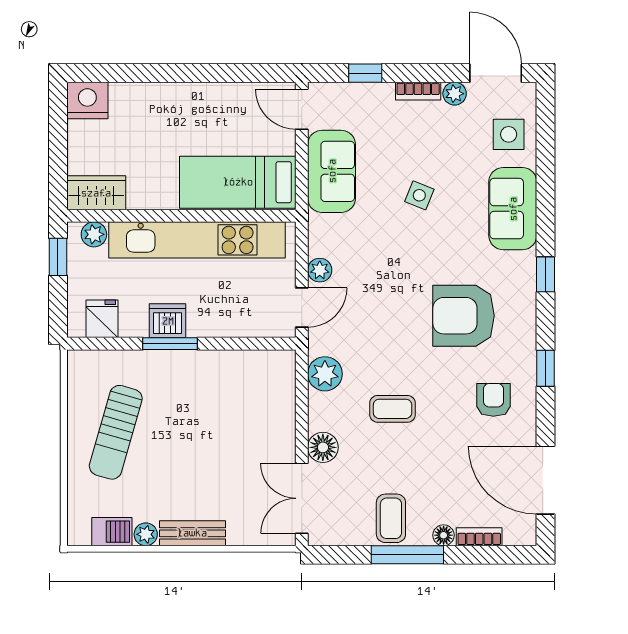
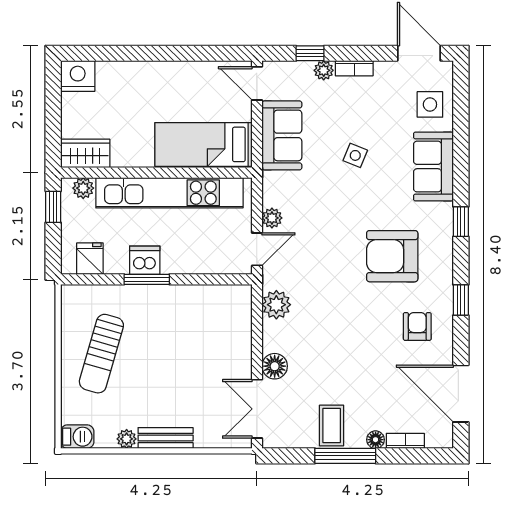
plant: (455, 94) -> (324, 70), moved
coffee table: (393, 409) -> (333, 334), removed
barbecue: (112, 532) -> (77, 437), moved

